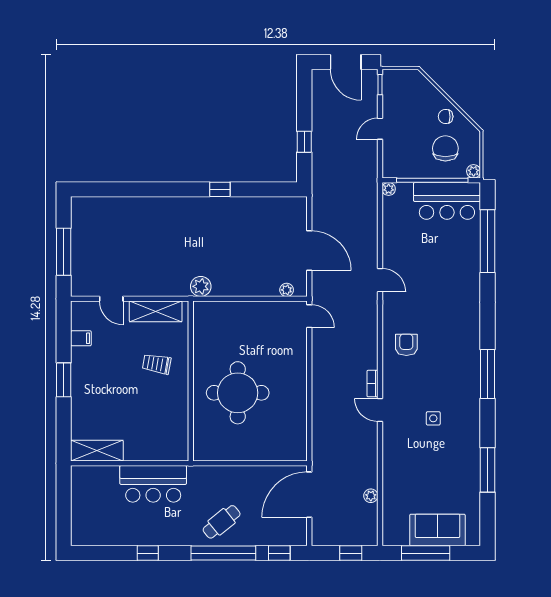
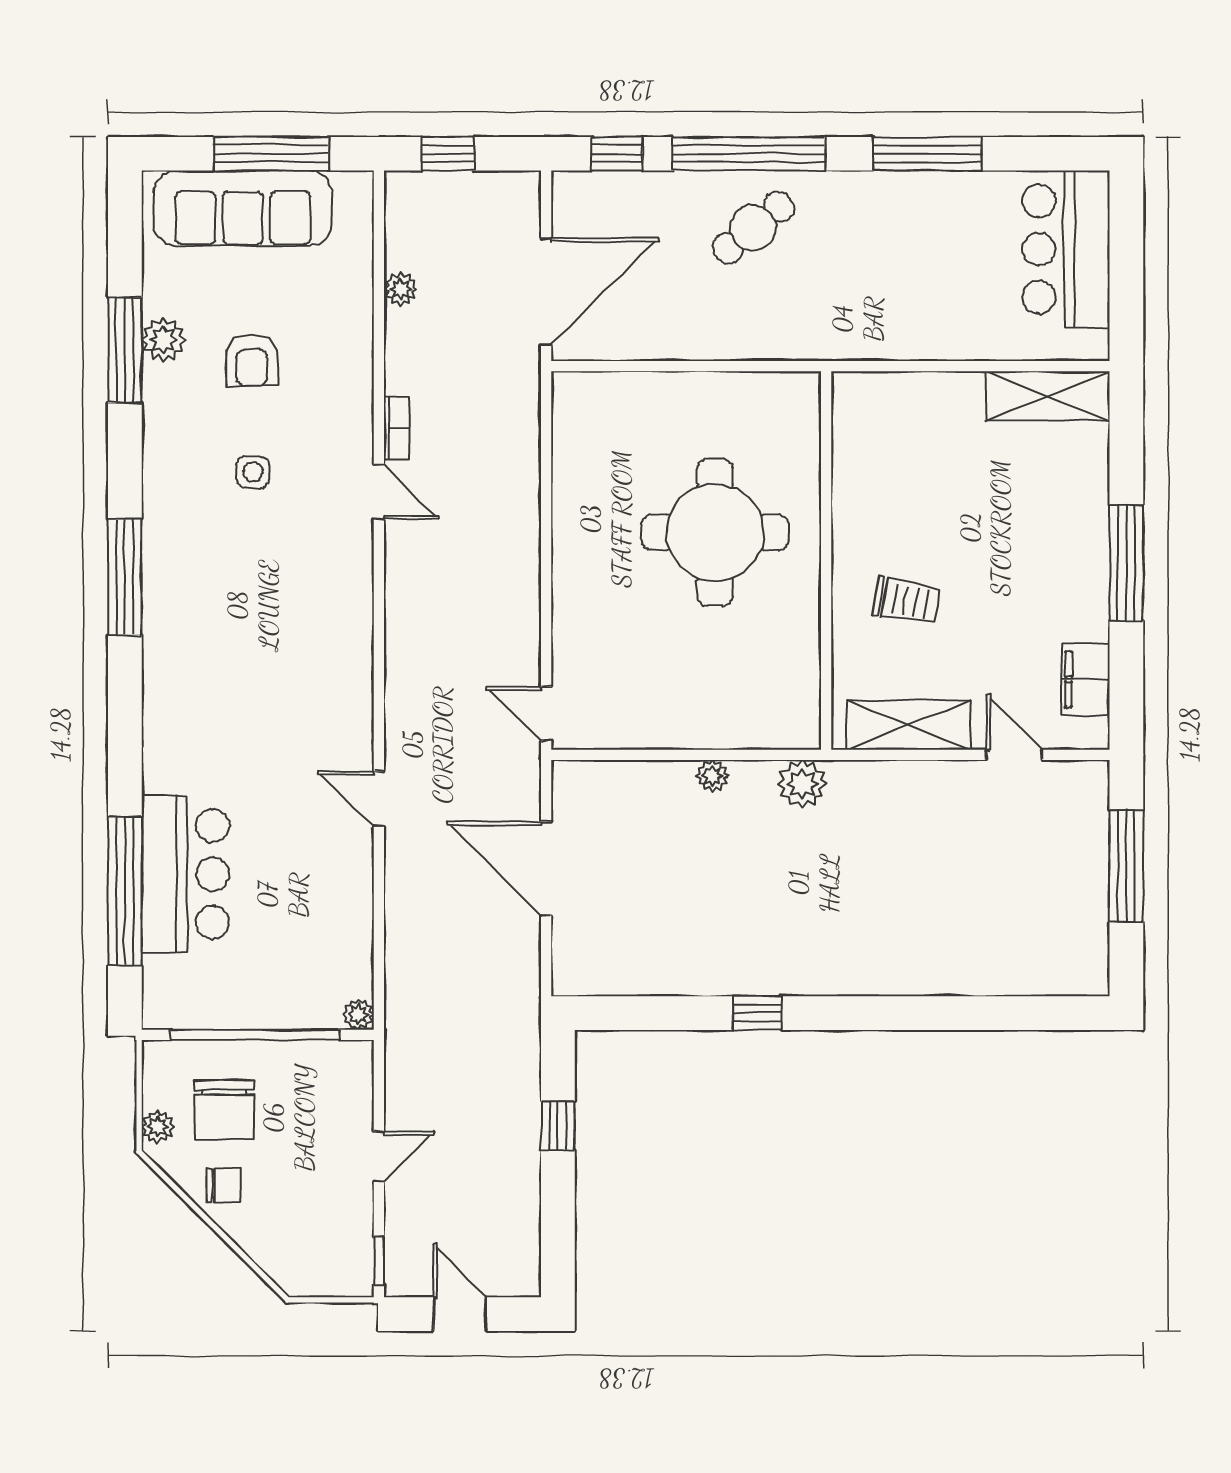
door: (346, 62) -> (460, 1314), width x0.73
plant: (474, 171) -> (158, 1127), moved
bar counter: (447, 201) -> (185, 874), moved, turned 90
plant: (287, 290) -> (712, 776), moved
filing cabinet: (81, 338) -> (1085, 679), width x2.00
armchair: (406, 345) -> (252, 360), moved
window: (64, 380) -> (1126, 563), width x1.44
bookcase: (372, 384) -> (397, 428), moved
plant: (471, 474) -> (163, 340), added
bar counter: (153, 484) -> (1066, 249), moved, turned -90
sofa: (437, 530) -> (243, 208), width x1.36
window: (148, 553) -> (928, 154), width x2.17

